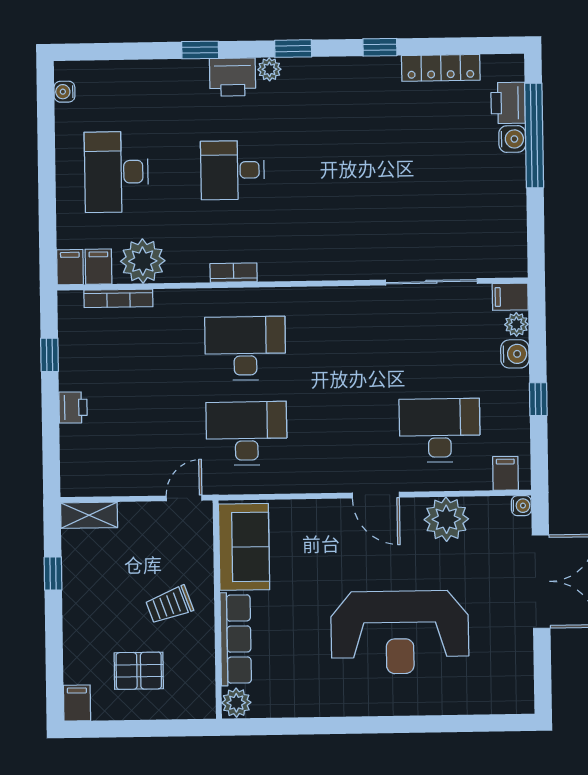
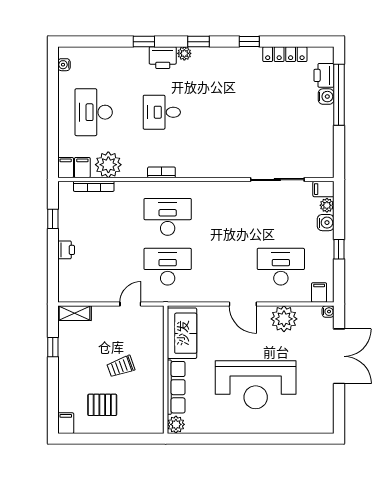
sofa: (244, 547) -> (182, 333), moved
wall: (217, 610) -> (166, 370), moved
row of seats: (236, 639) -> (176, 387), moved
plant: (236, 703) -> (176, 424), moved

